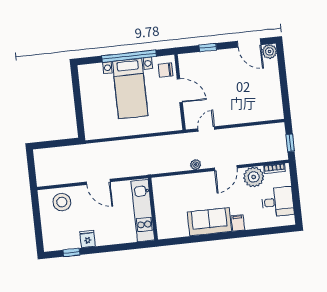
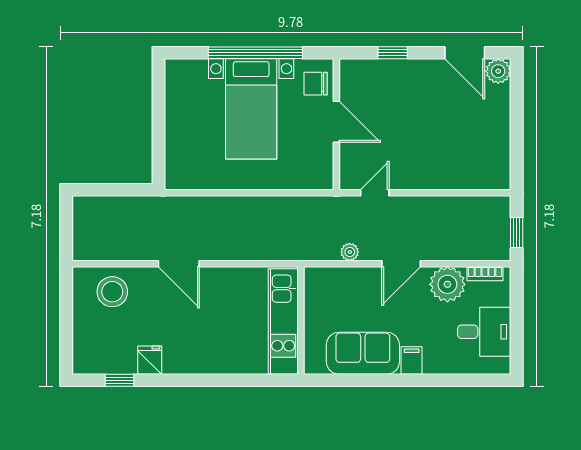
wall: (153, 209) -> (301, 320), moved
kitchen unit: (143, 211) -> (283, 321), moved

